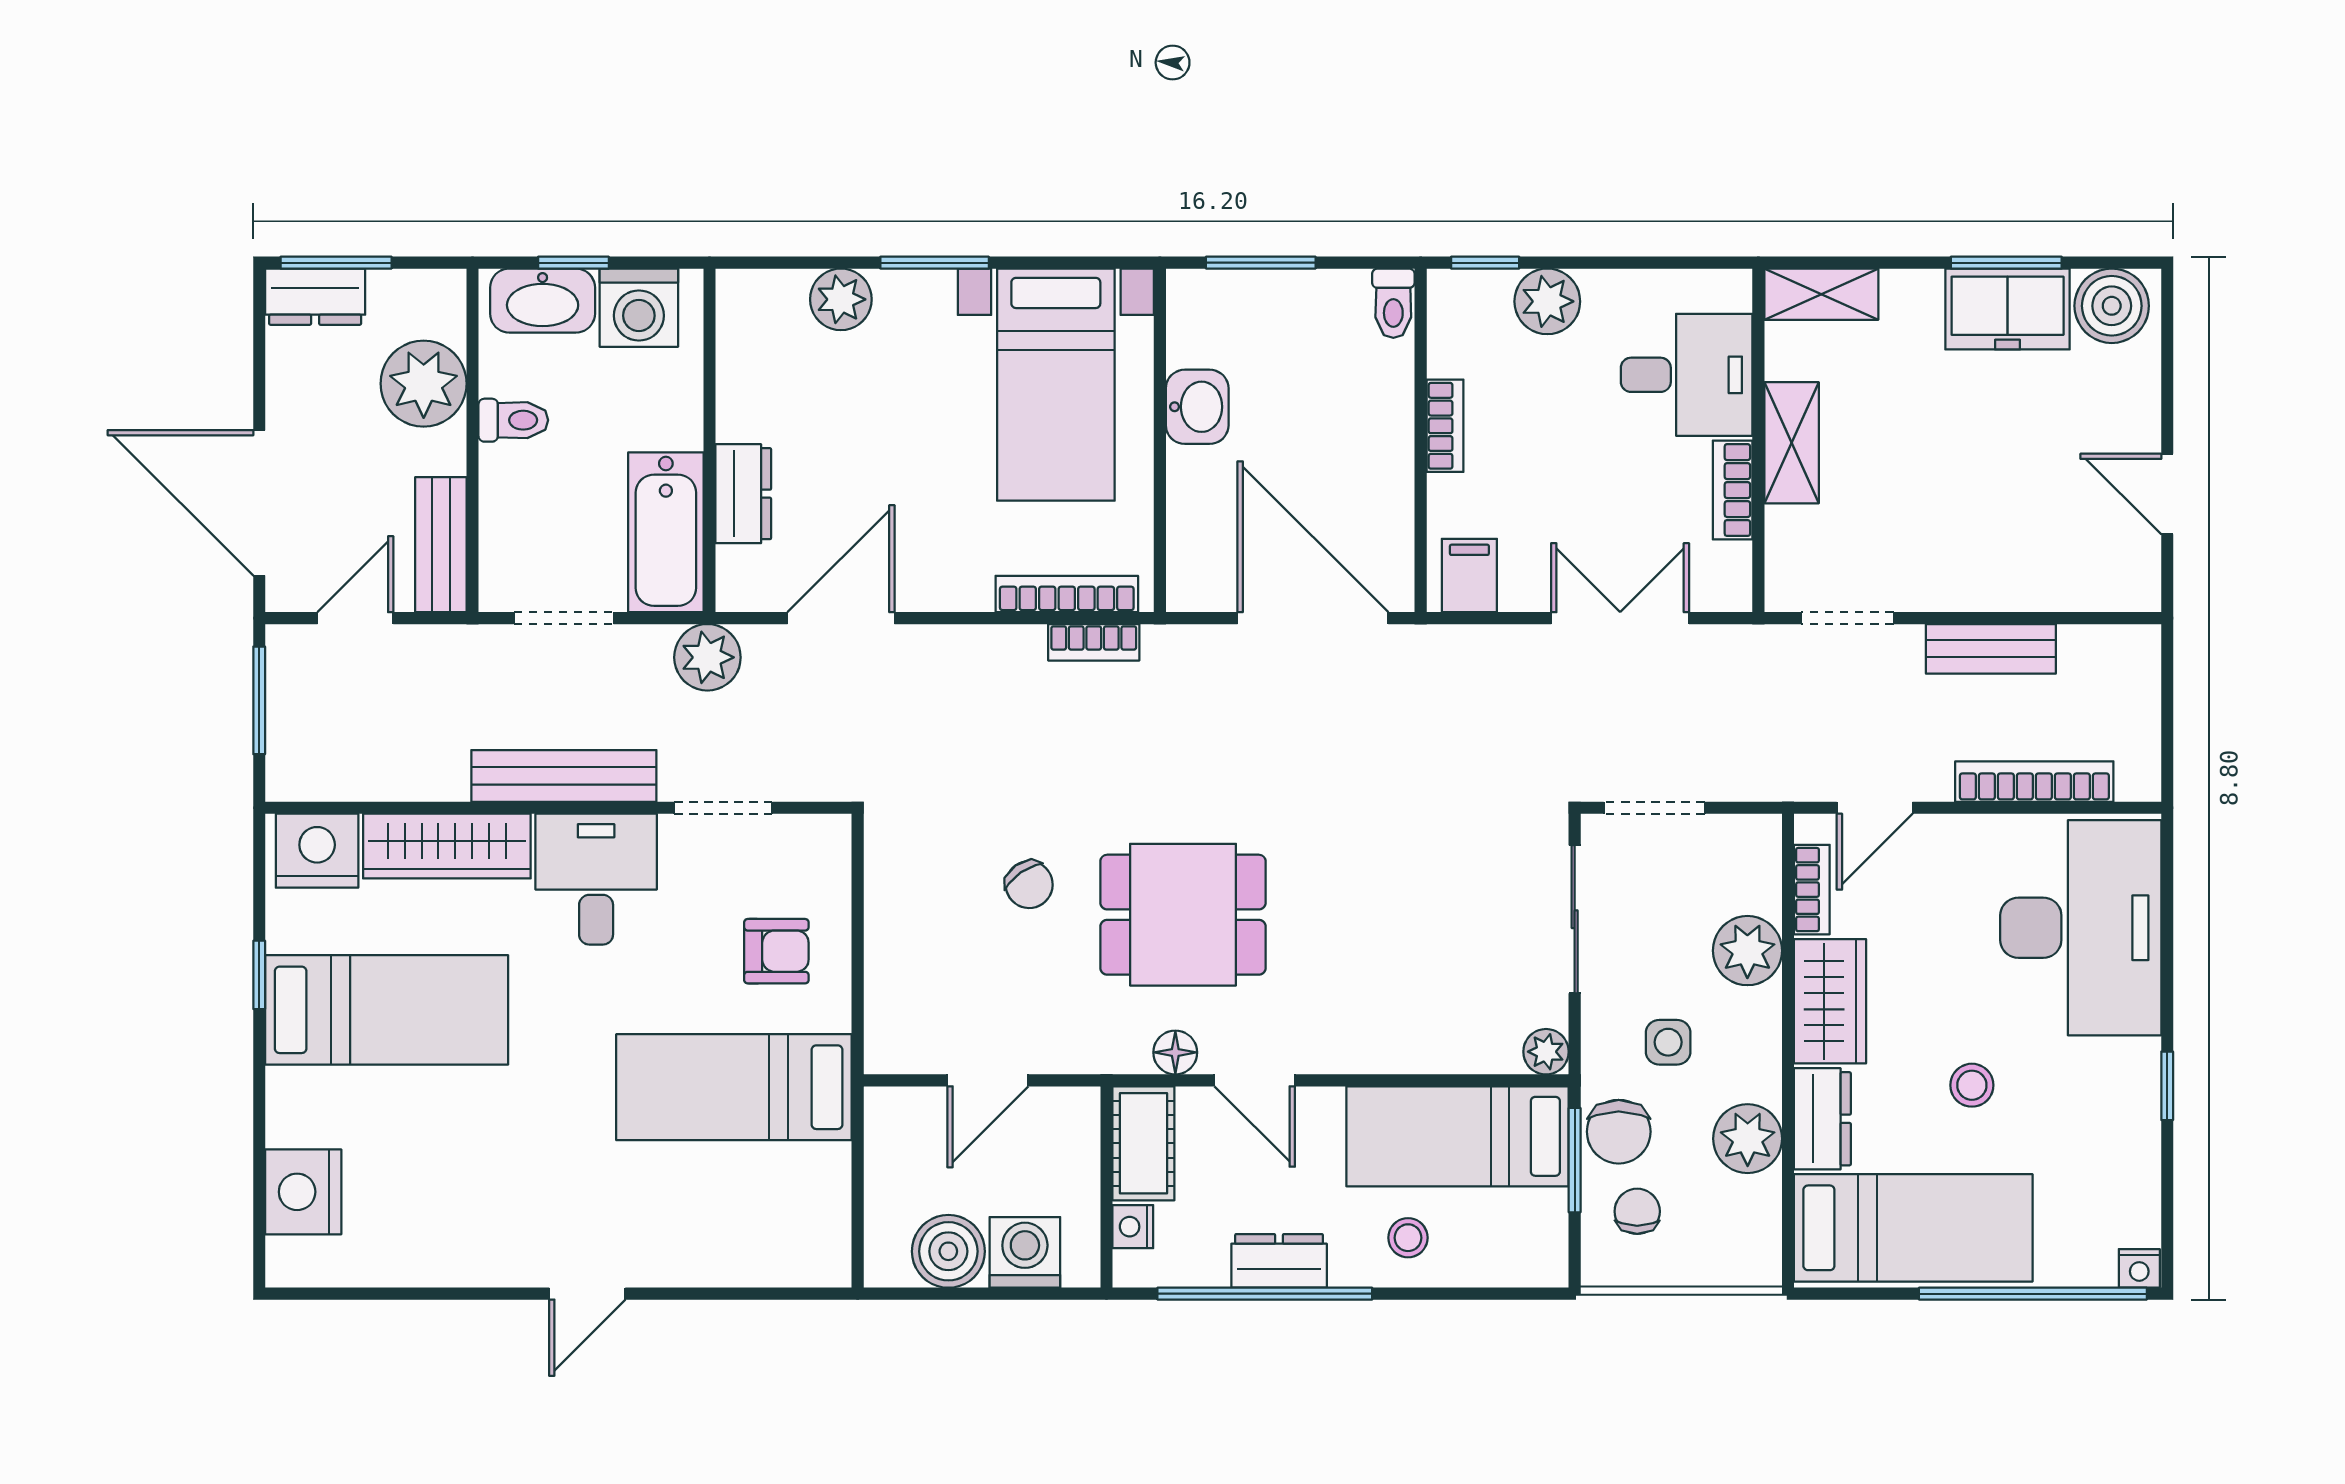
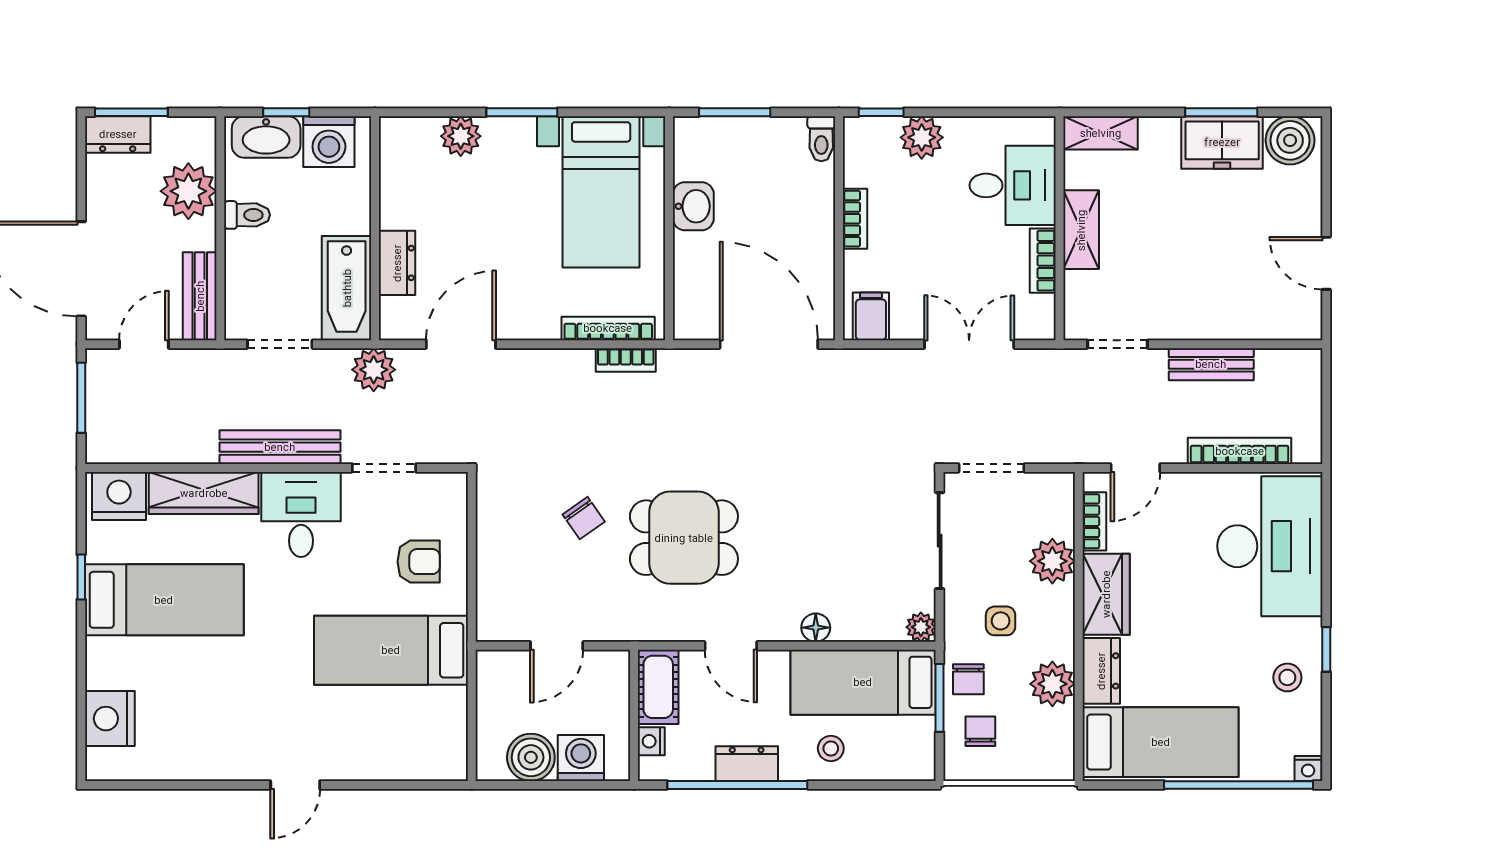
floor lamp: (1175, 1052) -> (816, 628), moved
stool: (1972, 1085) -> (1287, 677), moved
chair: (1619, 1132) -> (968, 679), width x0.73, depth x0.73

